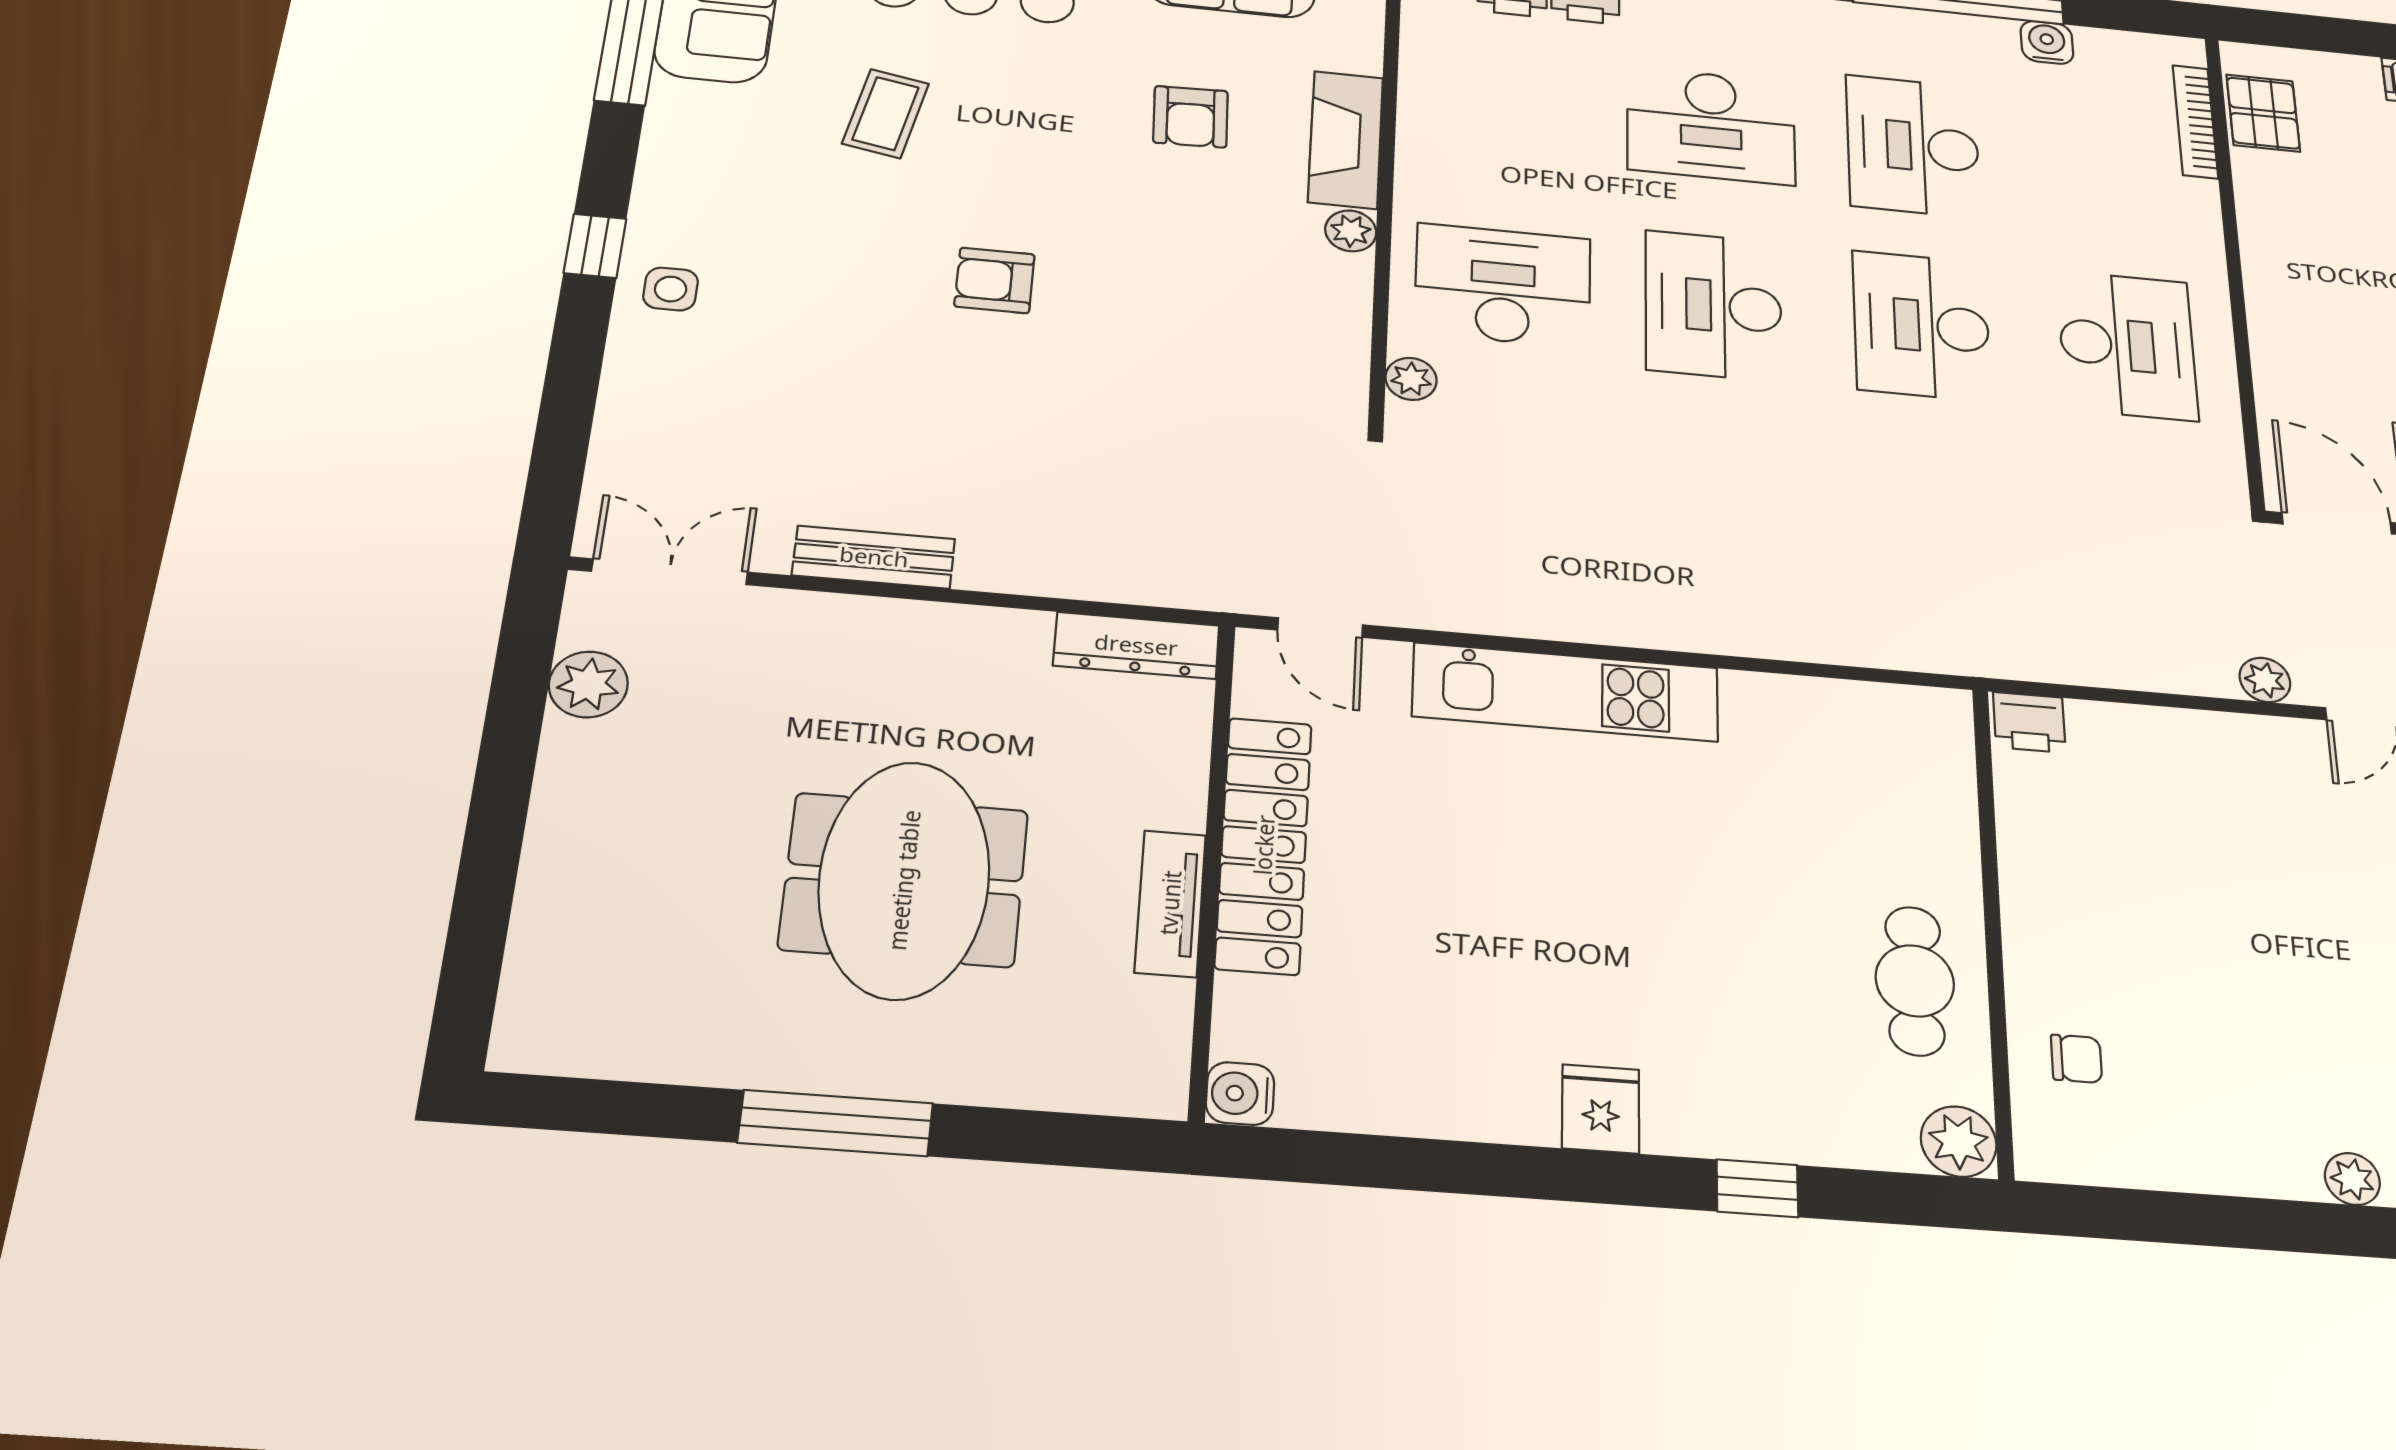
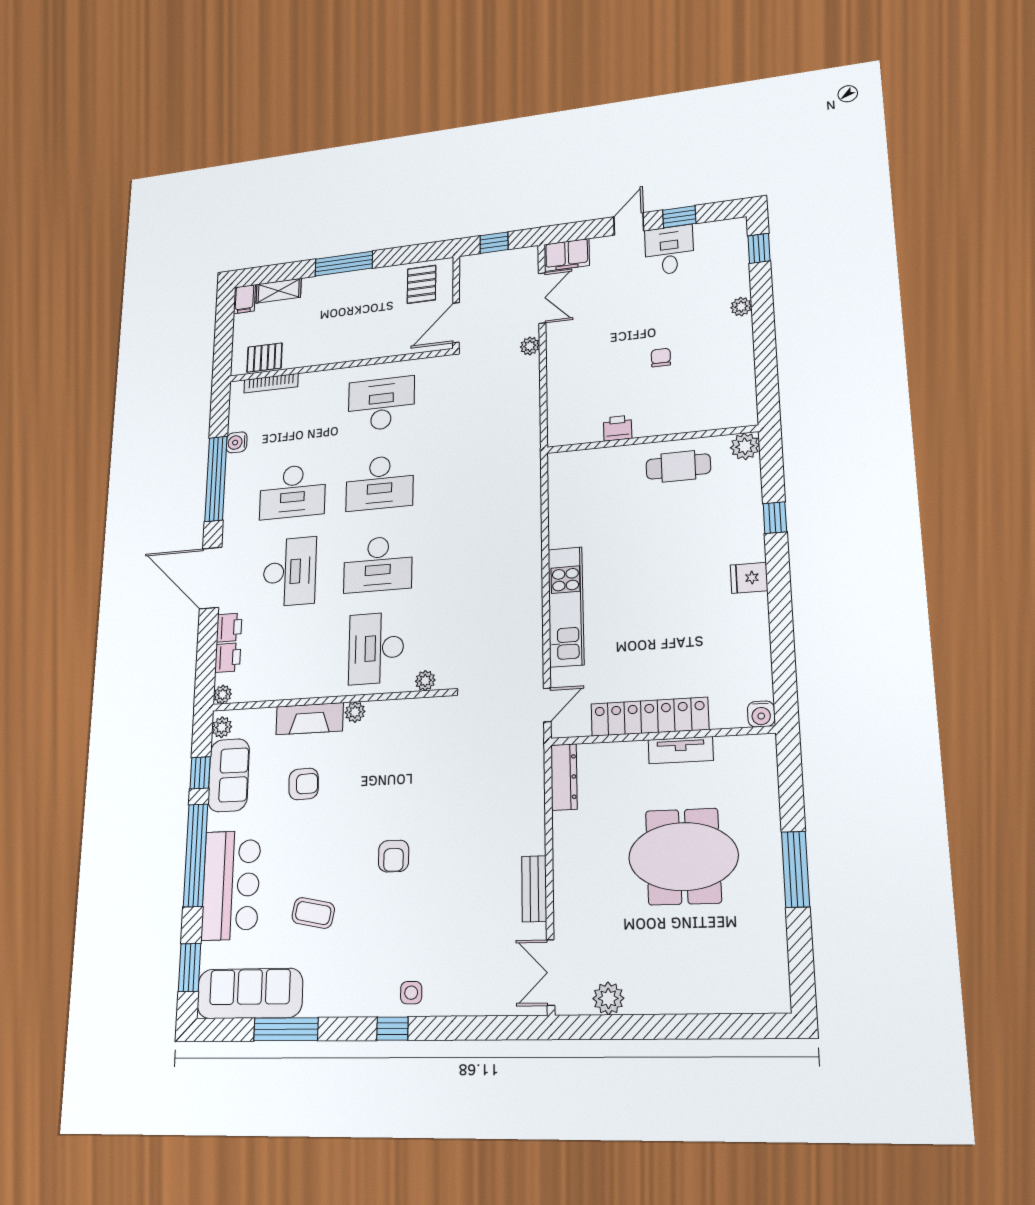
printer: (2029, 722) -> (618, 428), moved, turned -90
chair: (2076, 1059) -> (661, 358), moved

